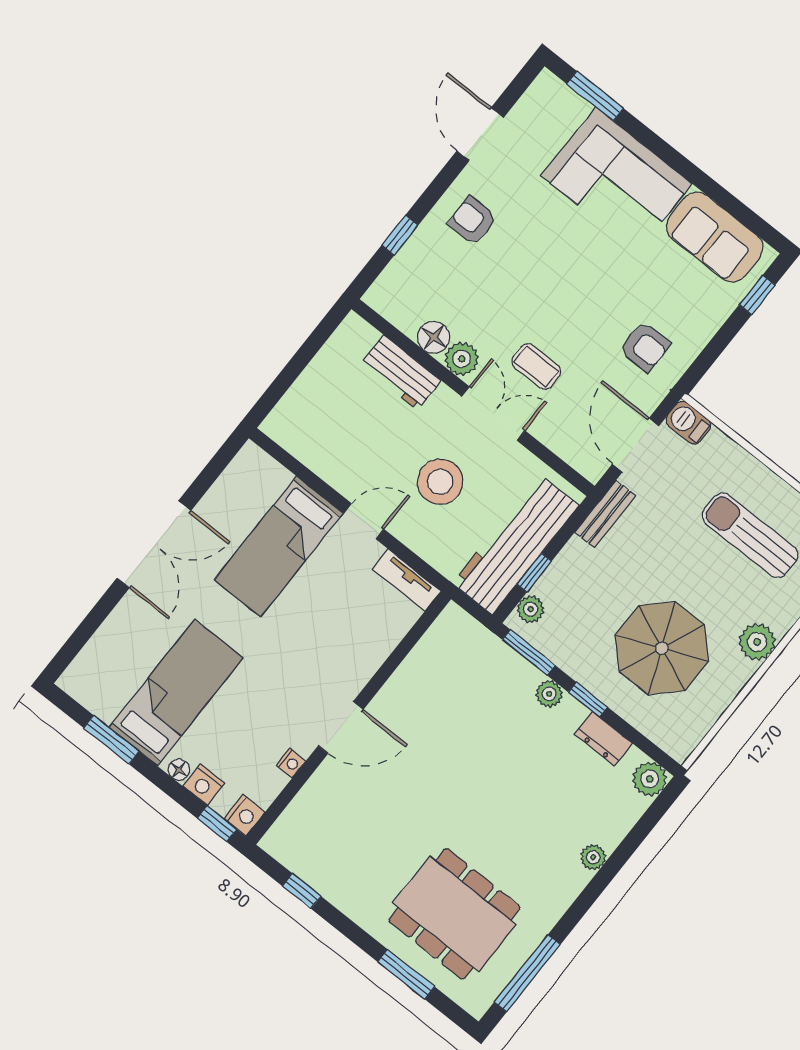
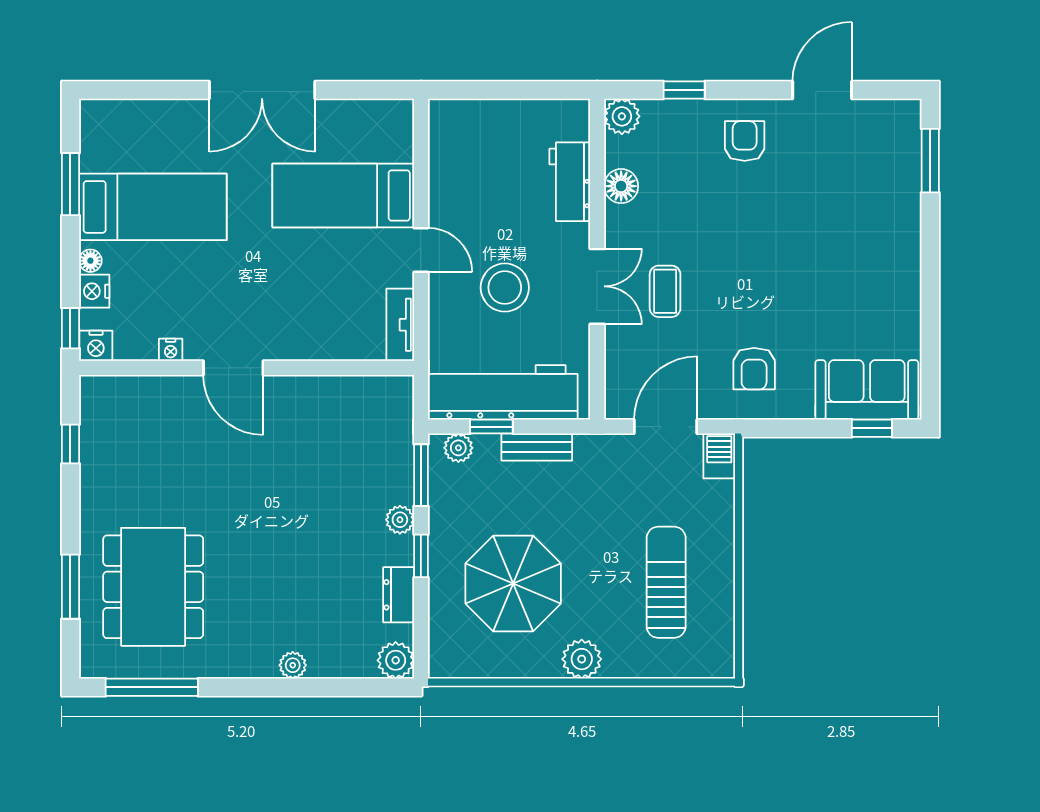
corner sofa: (616, 180) -> (875, 234), removed
sofa: (715, 237) -> (867, 390), moved, turned 90
plant: (462, 359) -> (622, 116), moved
bench: (605, 514) -> (537, 447), moved

